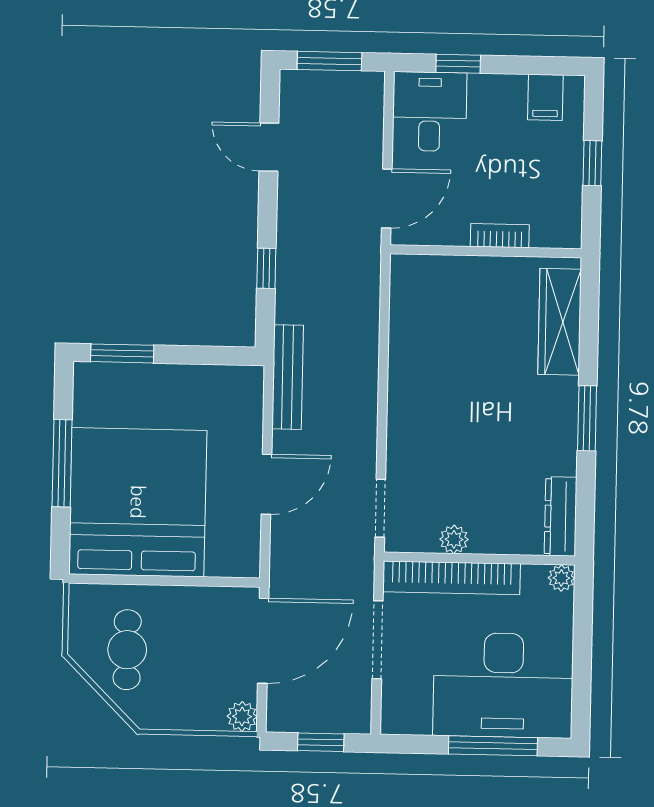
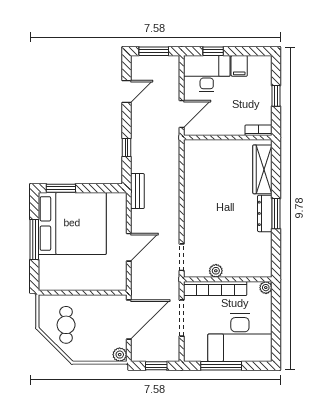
filing cabinet: (545, 97) -> (239, 66), moved
desk: (430, 112) -> (207, 74), width x1.37
door: (269, 147) -> (127, 92), swing flipped
bookcase: (500, 236) -> (259, 130), moved
bench: (288, 377) -> (137, 191), width x0.73
bed: (138, 502) -> (72, 223), moved, turned 90
dresser: (561, 516) -> (265, 213), moved
window: (493, 746) -> (221, 366), moved

